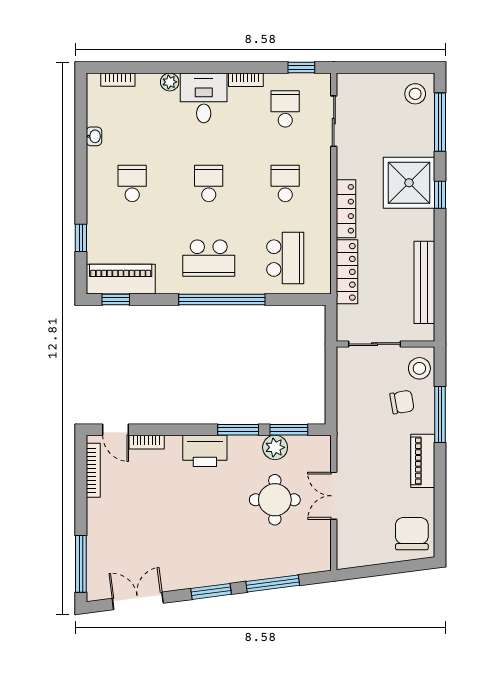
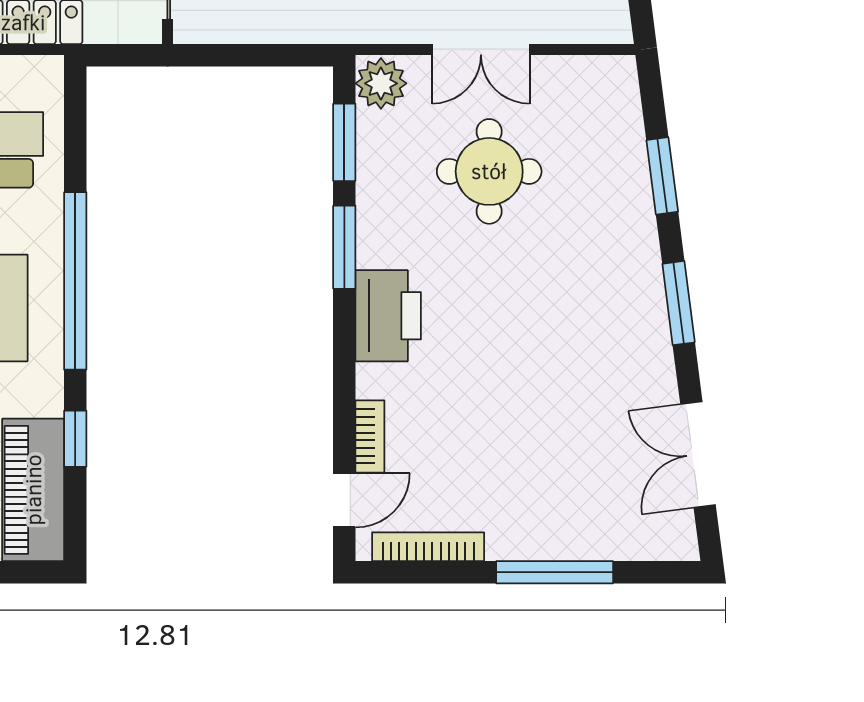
window: (116, 299) -> (75, 439), moved
plant: (275, 447) -> (381, 83), moved
window: (81, 564) -> (555, 572), moved
window: (273, 583) -> (662, 176), width x0.69

